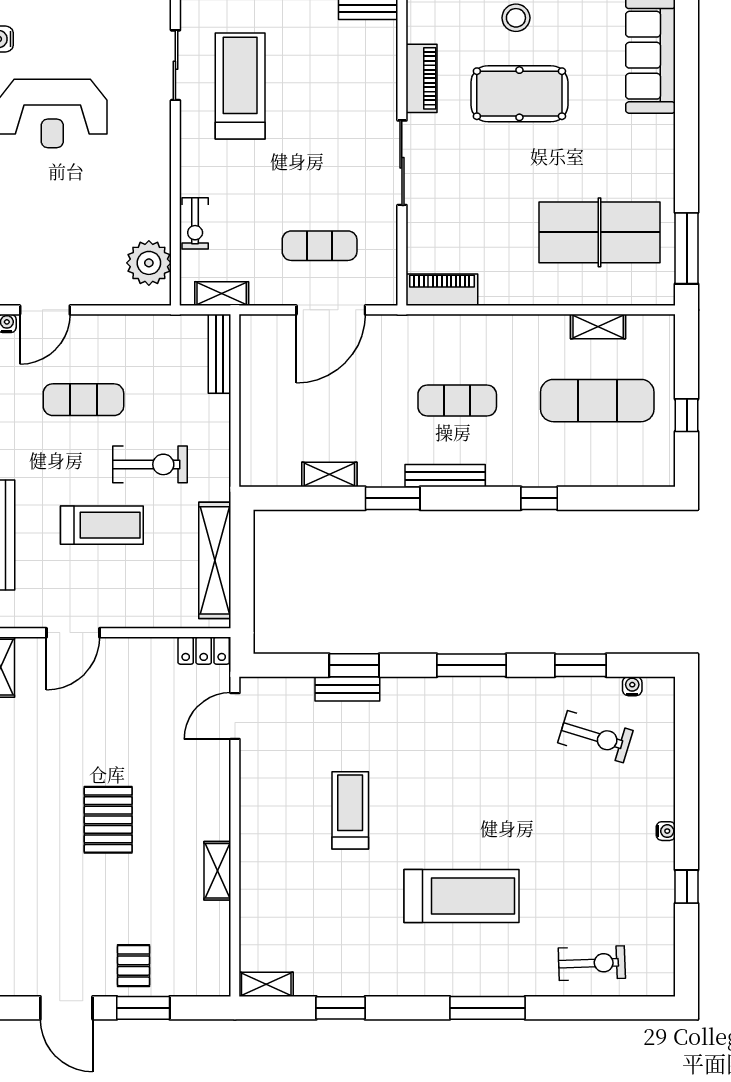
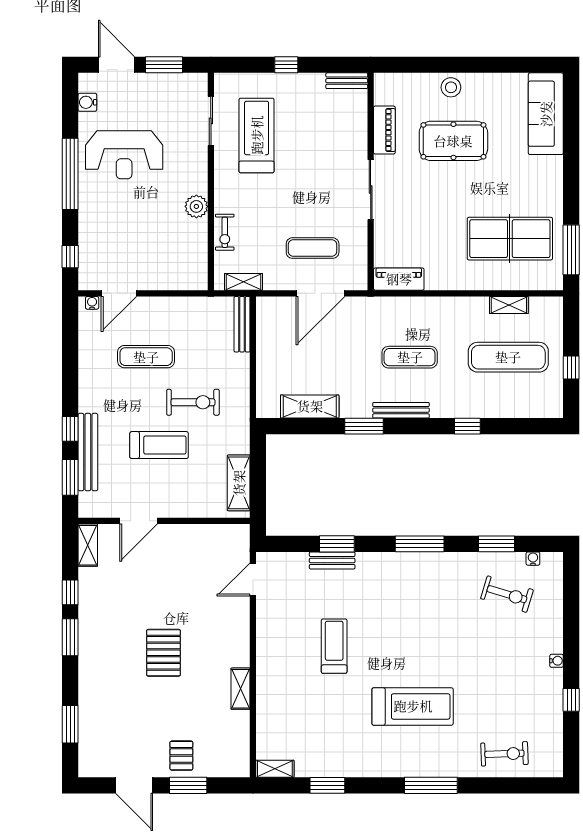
plant: (149, 263) -> (196, 206), moved, width x0.73, depth x0.73
shelving: (329, 475) -> (310, 406), width x1.50, depth x1.33
shelving: (215, 560) -> (239, 483), width x0.68
locker: (204, 651) -> (231, 533), removed

